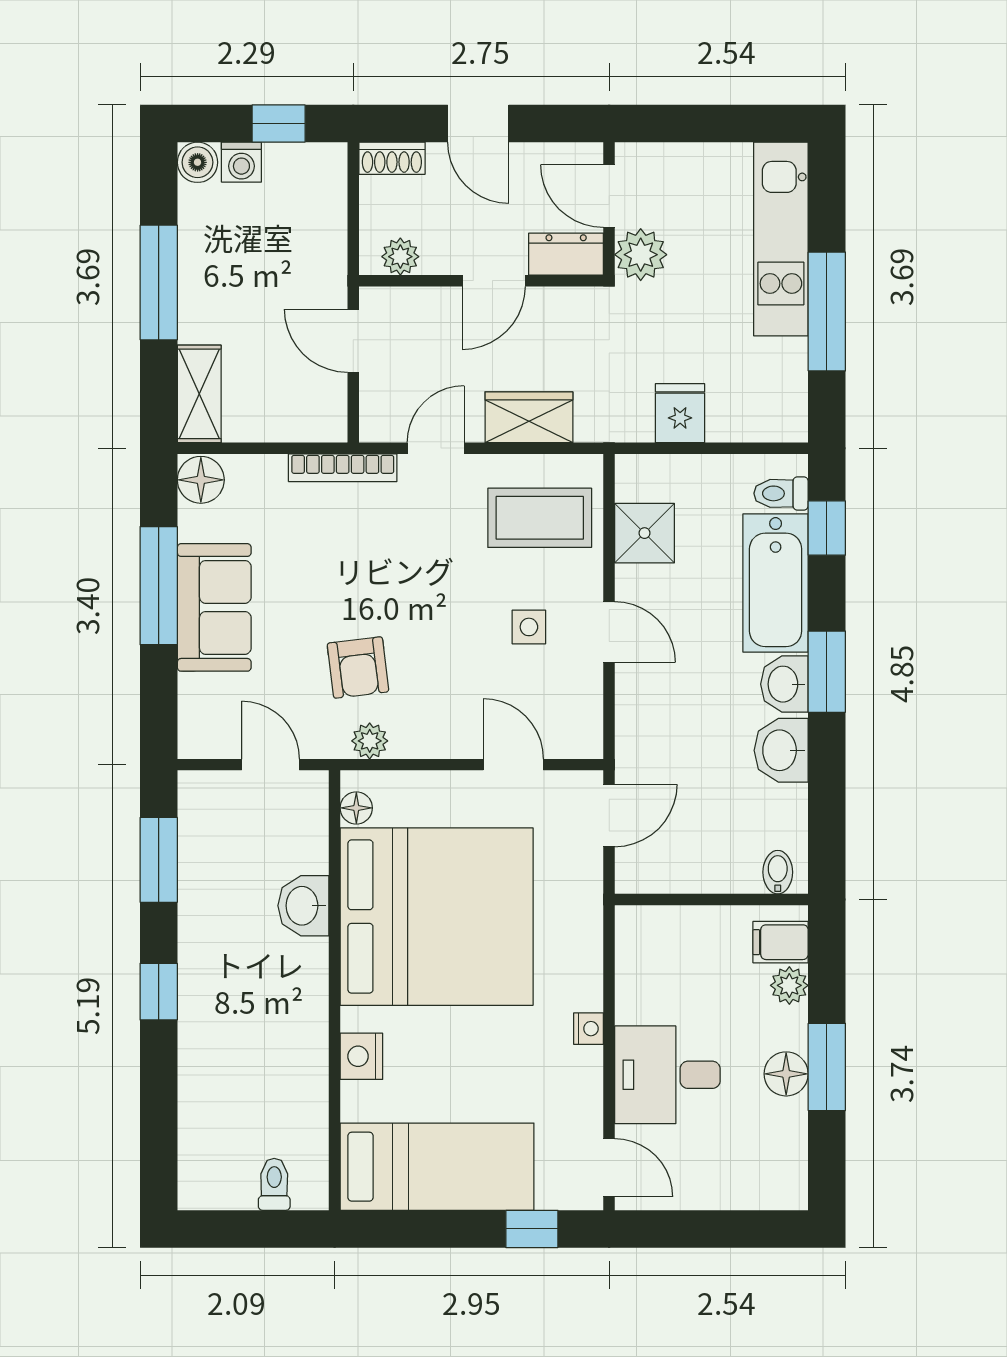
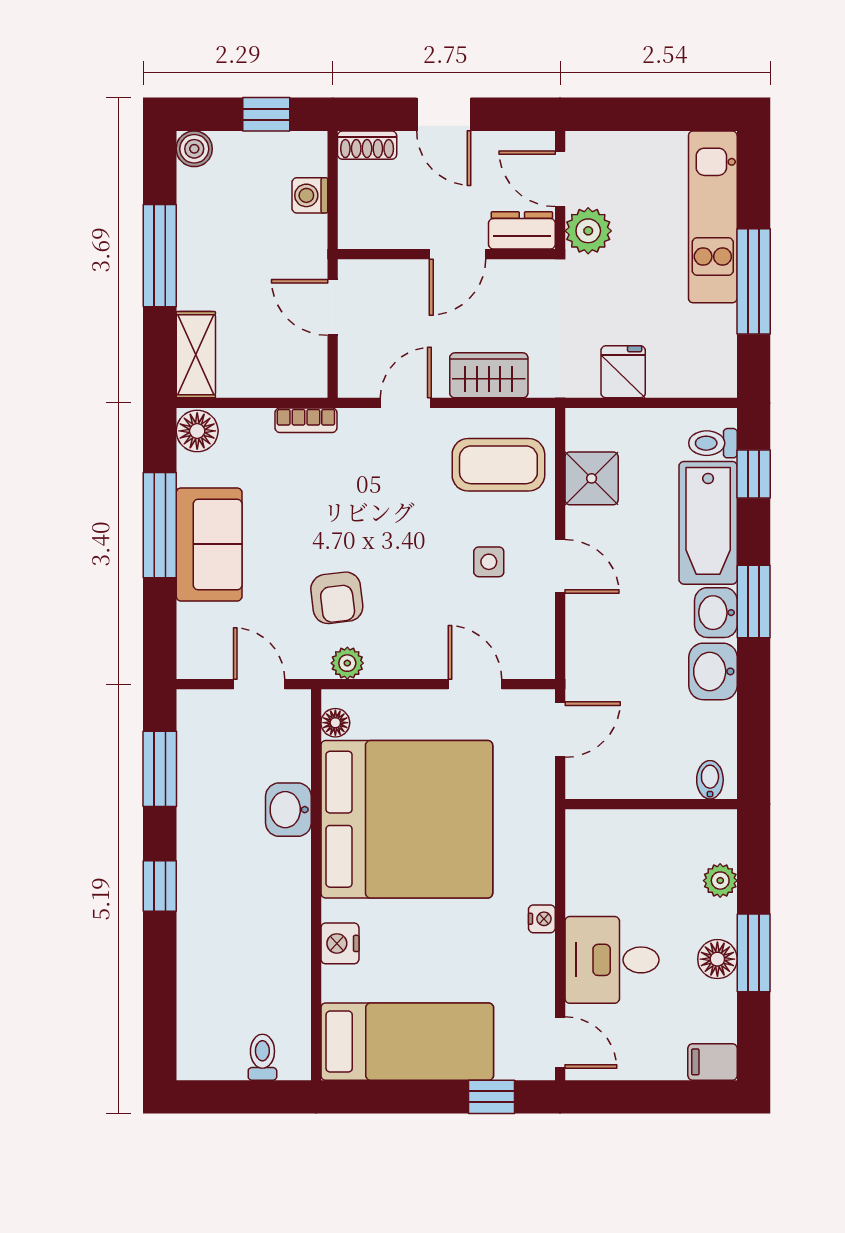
washing machine: (241, 162) -> (310, 195), moved, turned 90
plant: (400, 257) -> (375, 233), removed
bookcase: (343, 468) -> (306, 420), width x0.64
filing cabinet: (781, 942) -> (713, 1062), moved

